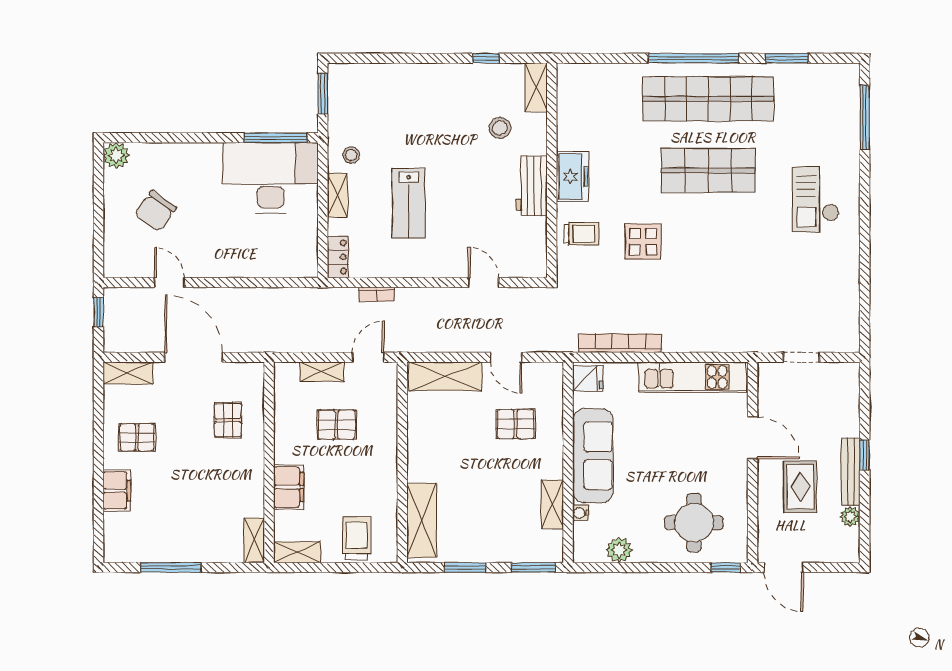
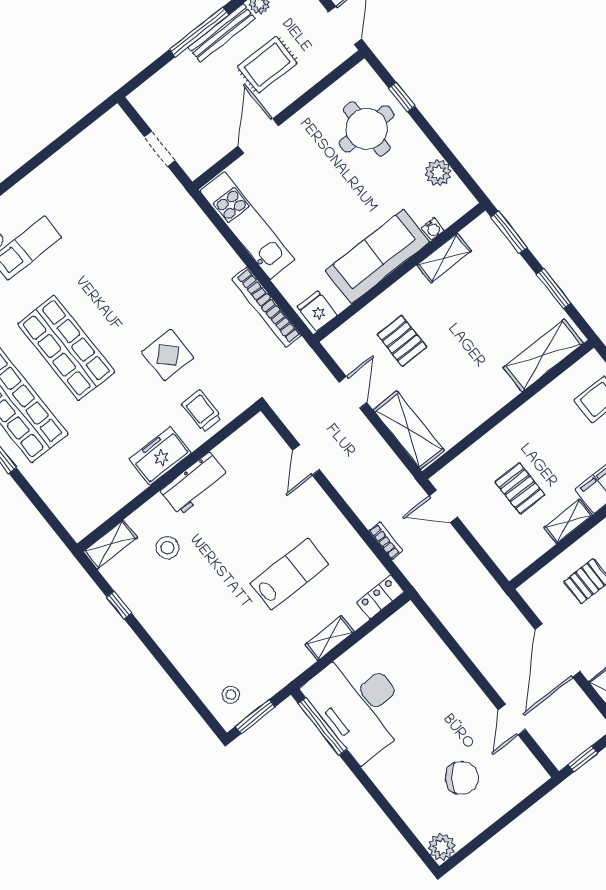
stool: (351, 155) -> (231, 695), moved
shelving: (322, 372) -> (568, 521), moved, turned 90
window: (865, 455) -> (199, 32), width x2.17
window: (726, 567) -> (402, 97), moved

